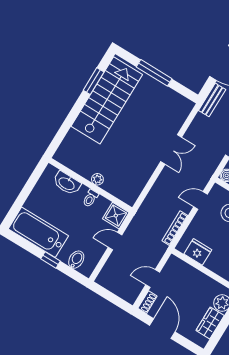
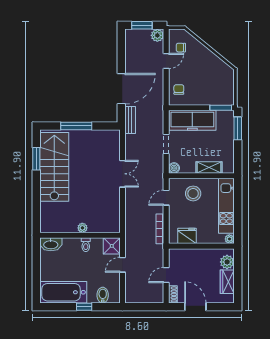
washbasin: (67, 183) -> (51, 244), moved

